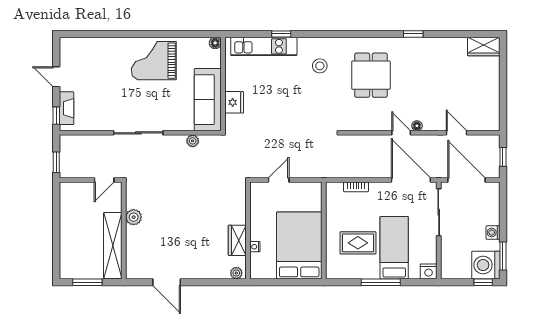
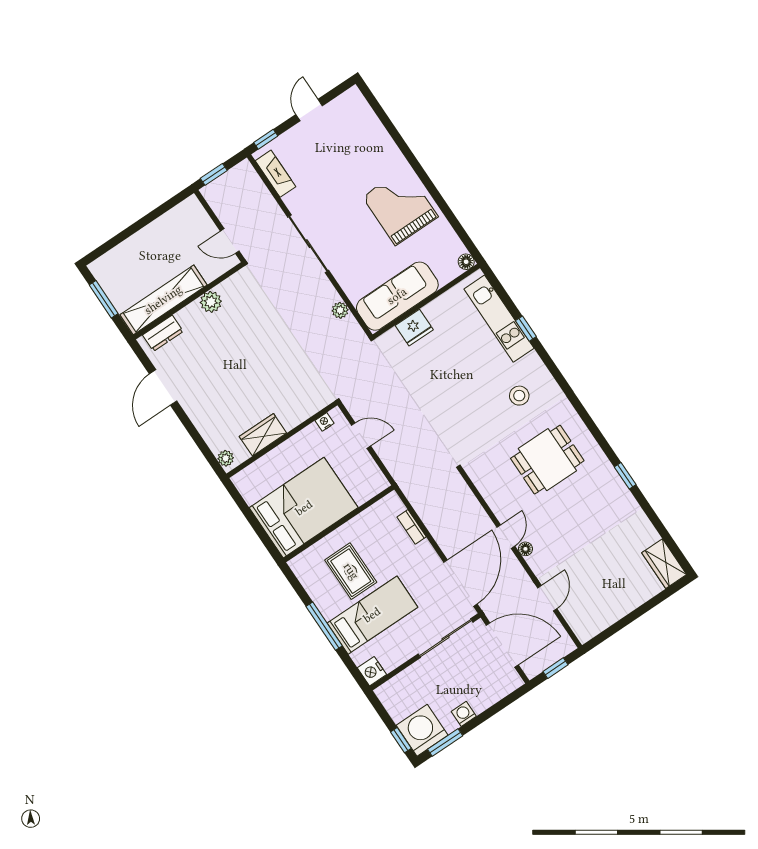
fireplace: (66, 108) -> (276, 174), moved, turned -90
door: (467, 180) -> (502, 645), hinge flipped
nightstand: (255, 247) -> (325, 422), moved
dresser: (133, 260) -> (163, 333), added

